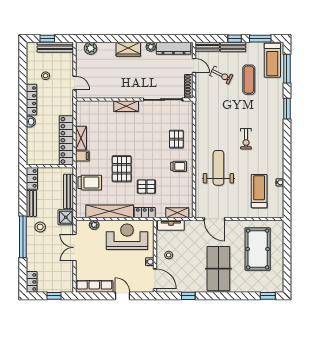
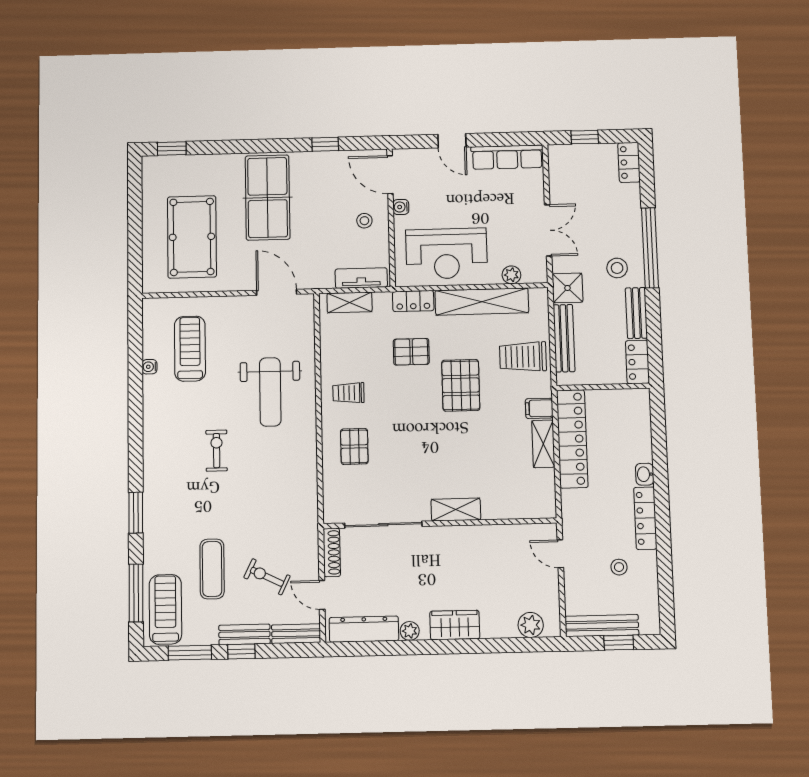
treadmill: (259, 191) -> (190, 349), turned 180

